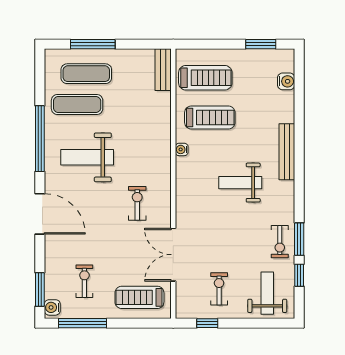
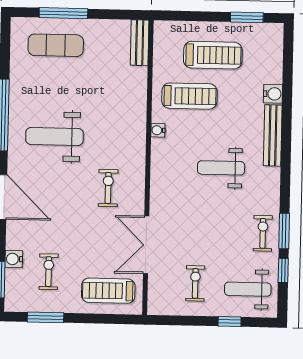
treadmill: (205, 78) -> (213, 55), moved
water cooler: (286, 81) -> (273, 94), moved
exercise mat: (77, 104) -> (45, 79), removed
exercise bike: (280, 242) -> (263, 233), turned 180
weight bench: (267, 293) -> (248, 289), turned -90
water cooler: (52, 307) -> (14, 259), moved
window: (83, 323) -> (45, 317), width x0.69
window: (207, 323) -> (230, 322), moved

